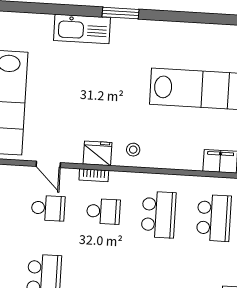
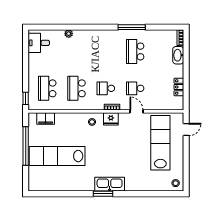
kitchen sink: (82, 29) -> (110, 184), moved

